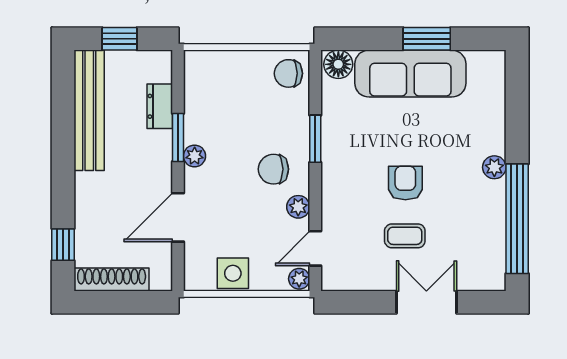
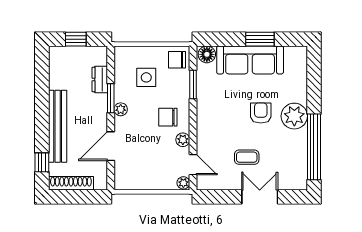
bench: (89, 110) -> (58, 126), moved
window: (315, 139) -> (193, 84), moved
plant: (494, 167) -> (294, 116), width x1.88, depth x1.88
armchair: (405, 183) -> (261, 113), moved
door: (315, 248) -> (193, 165), swing flipped
side table: (233, 273) -> (146, 77), moved

